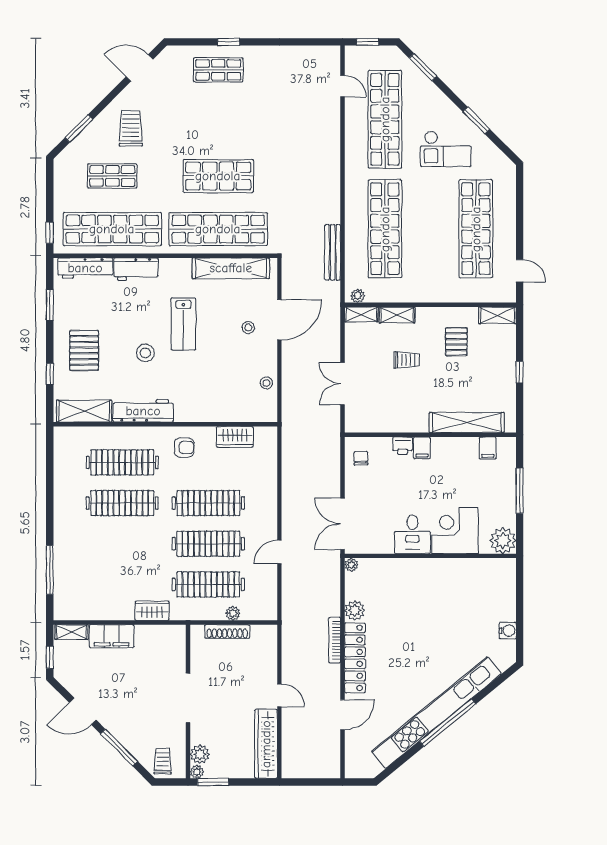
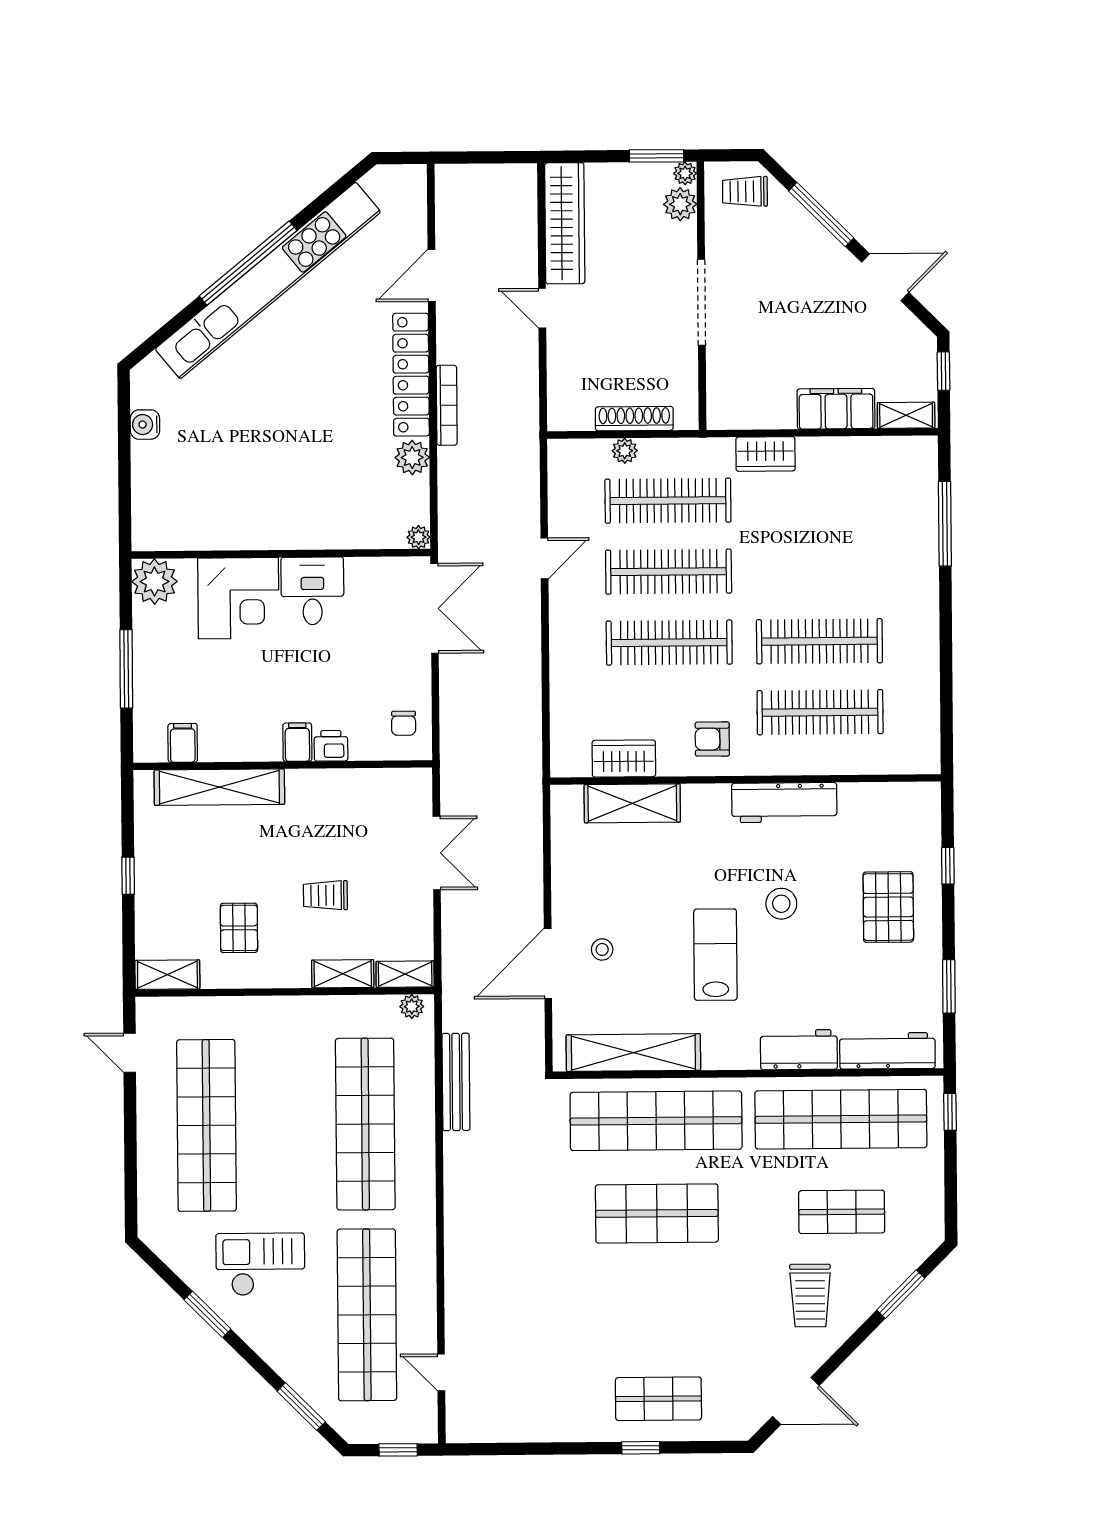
stool: (266, 383) -> (570, 853), removed
shelving: (84, 411) -> (632, 803), moved
trolley: (163, 761) -> (745, 191), turned 90

